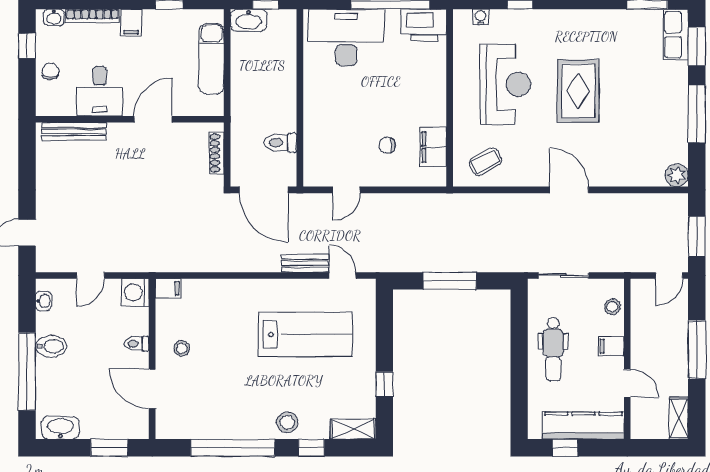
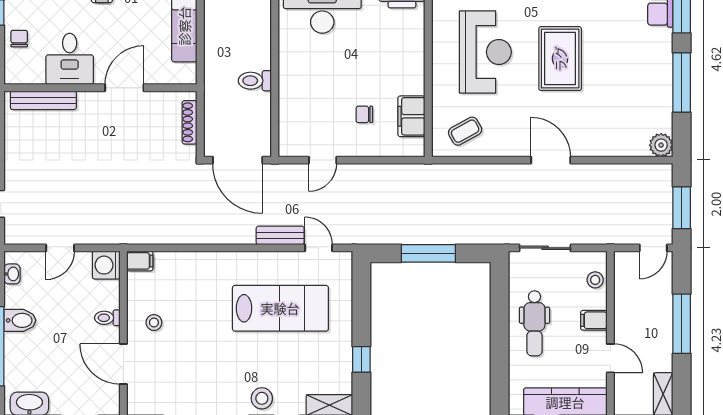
toilet: (280, 143) -> (255, 81), moved

